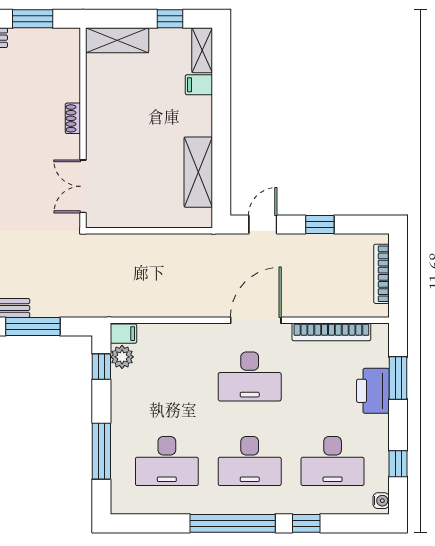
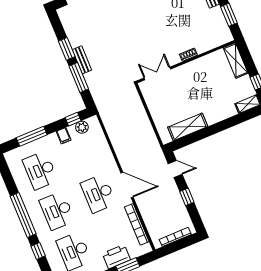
filing cabinet: (199, 85) -> (230, 109), removed
filing cabinet: (123, 334) -> (64, 136), moved

